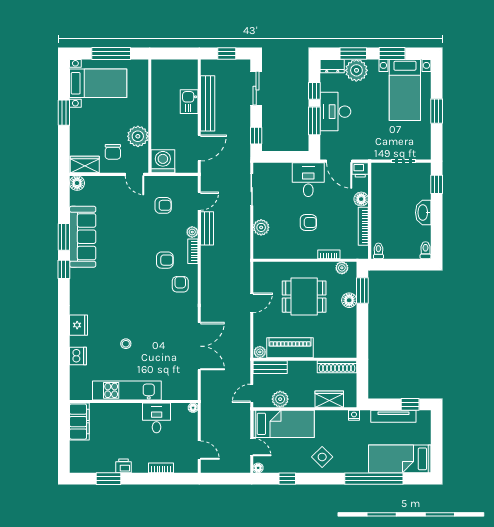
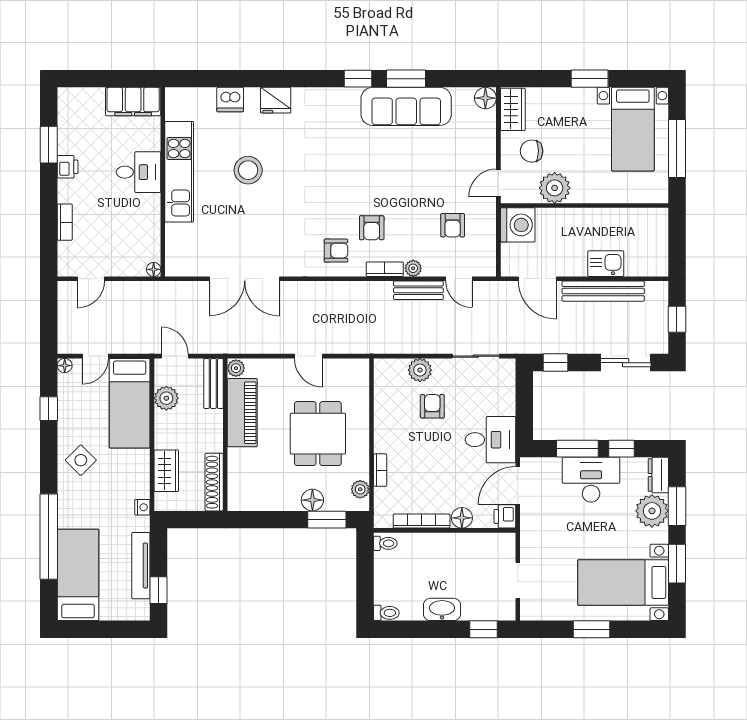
armchair: (308, 222) -> (432, 406), moved, turned 180
stool: (126, 344) -> (248, 170), width x1.89, depth x1.89
desk: (157, 418) -> (139, 172), moved

